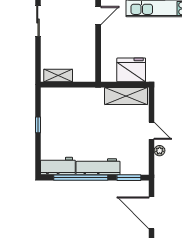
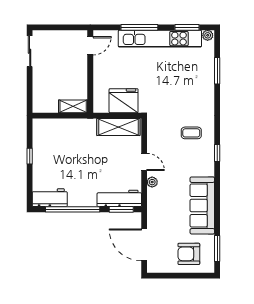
shelving: (58, 76) -> (73, 106), moved
workbench: (98, 167) -> (119, 198), moved

